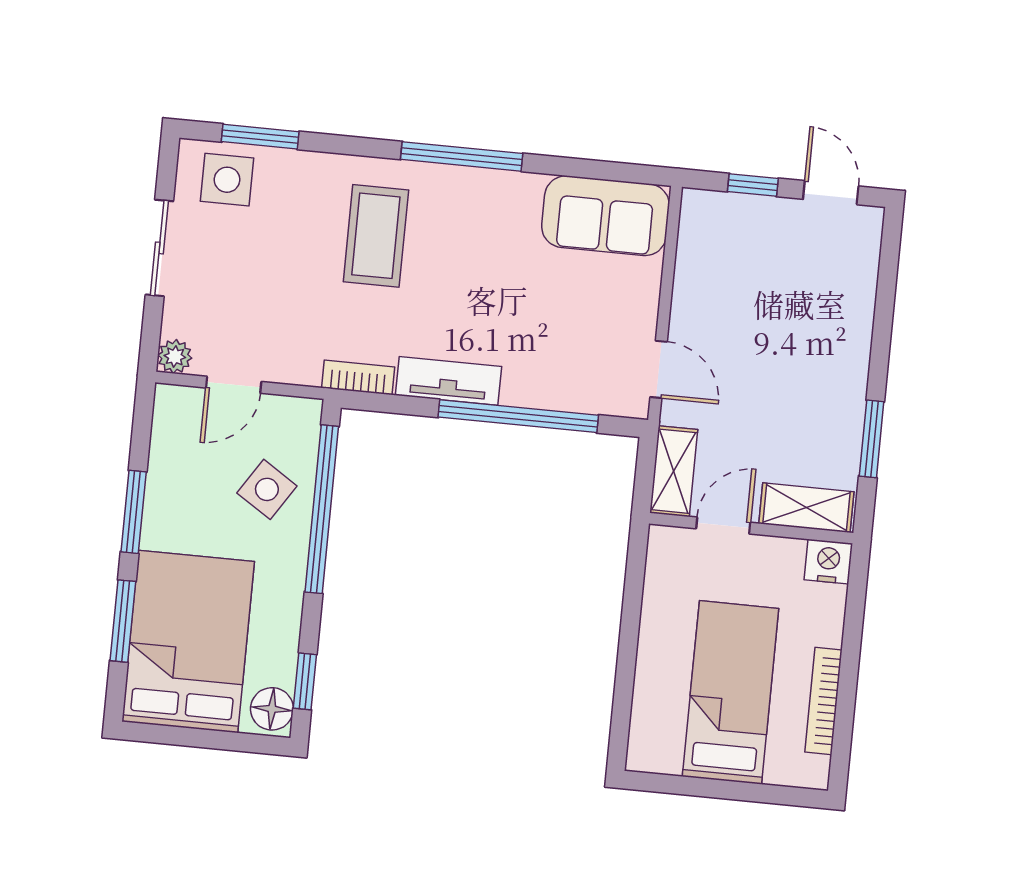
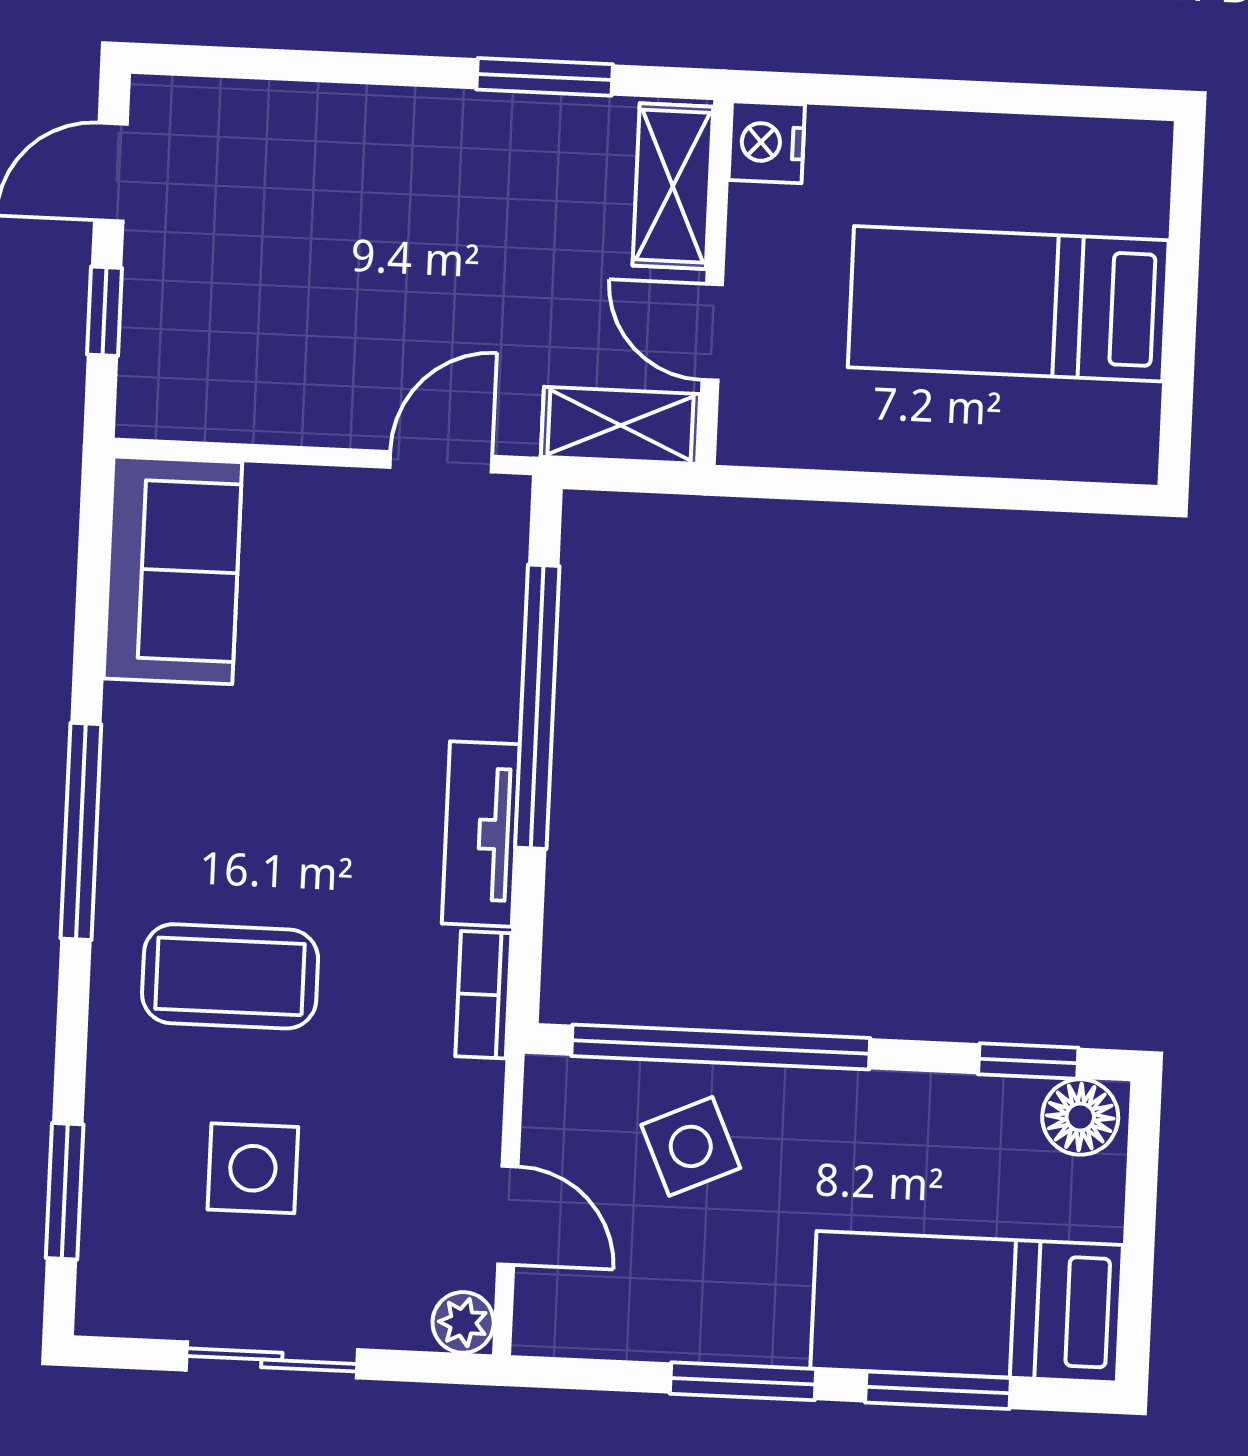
side table: (227, 180) -> (253, 1168), moved
side table: (267, 489) -> (691, 1146), turned 33
bed: (188, 641) -> (967, 1307), width x0.67
bookcase: (823, 701) -> (1015, 138), removed

